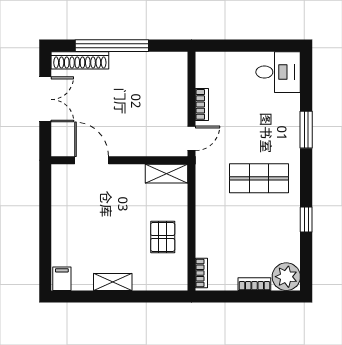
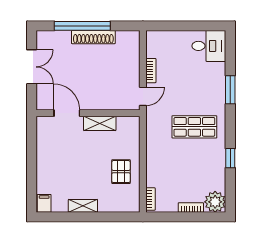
shoe rack: (80, 60) -> (93, 37), moved
shelving: (166, 174) -> (100, 123), moved

